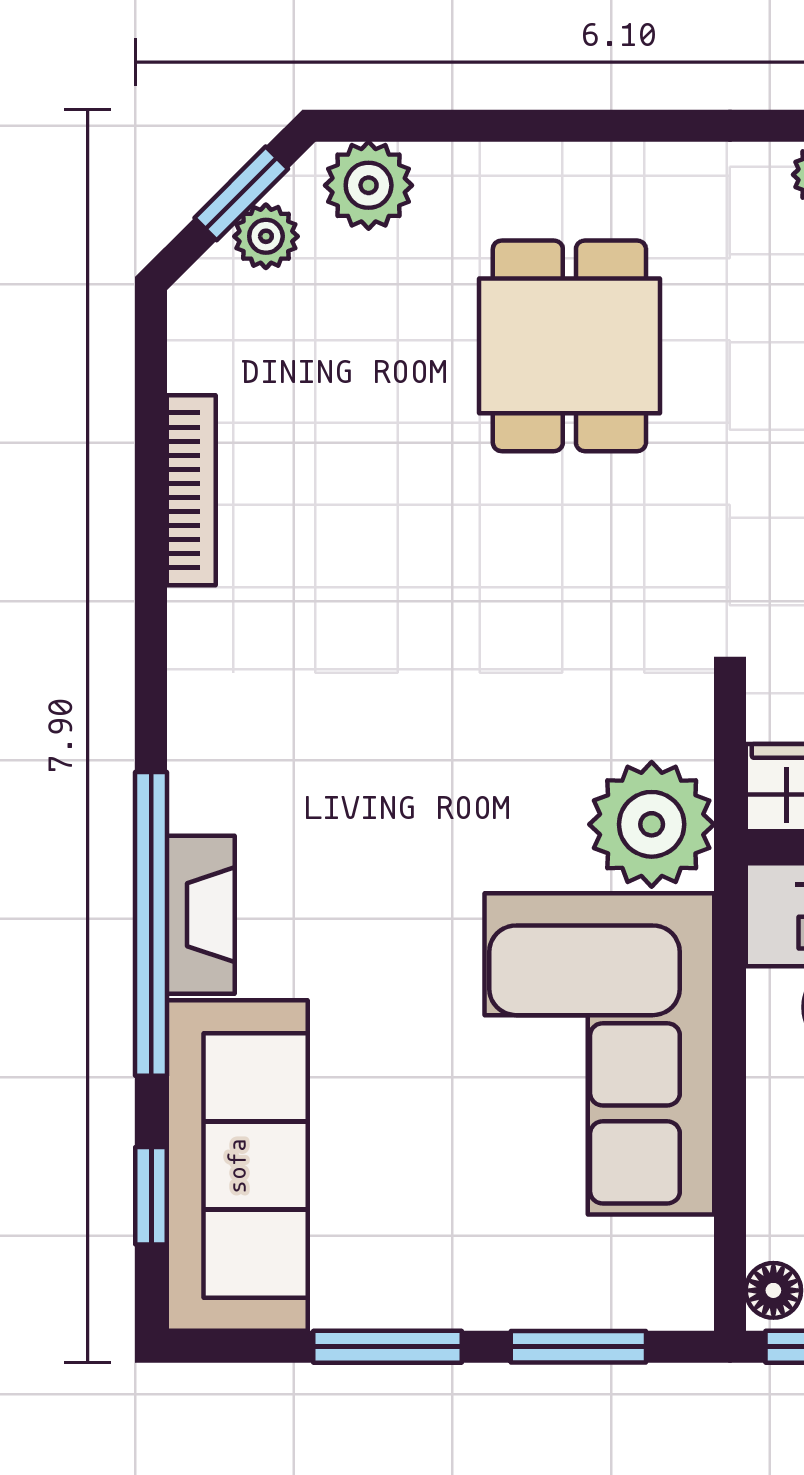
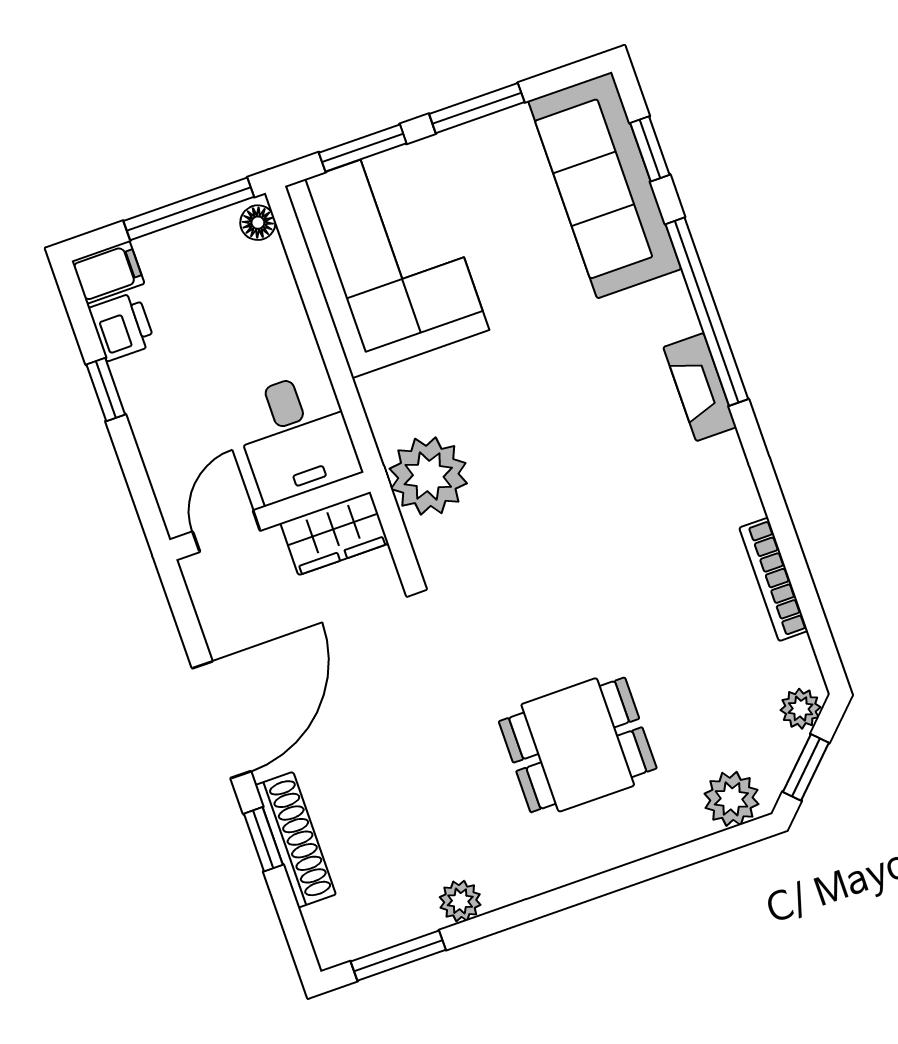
plant: (266, 236) -> (801, 709), moved
dining table: (569, 346) -> (578, 745), turned 90
fireplace: (201, 915) -> (700, 387), moved
corner sofa: (599, 1054) -> (387, 258), moved

